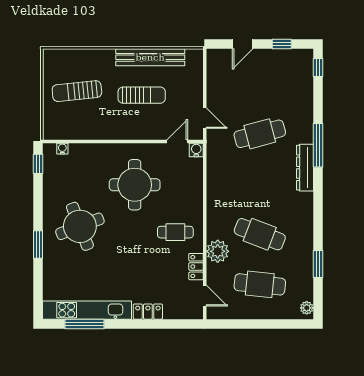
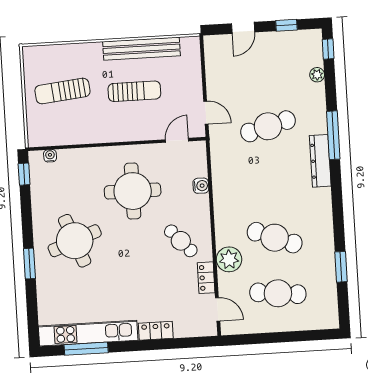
water cooler: (196, 150) -> (201, 186), moved, turned 90
cafe table: (175, 232) -> (181, 241), turned 48
plant: (307, 308) -> (317, 75), moved

